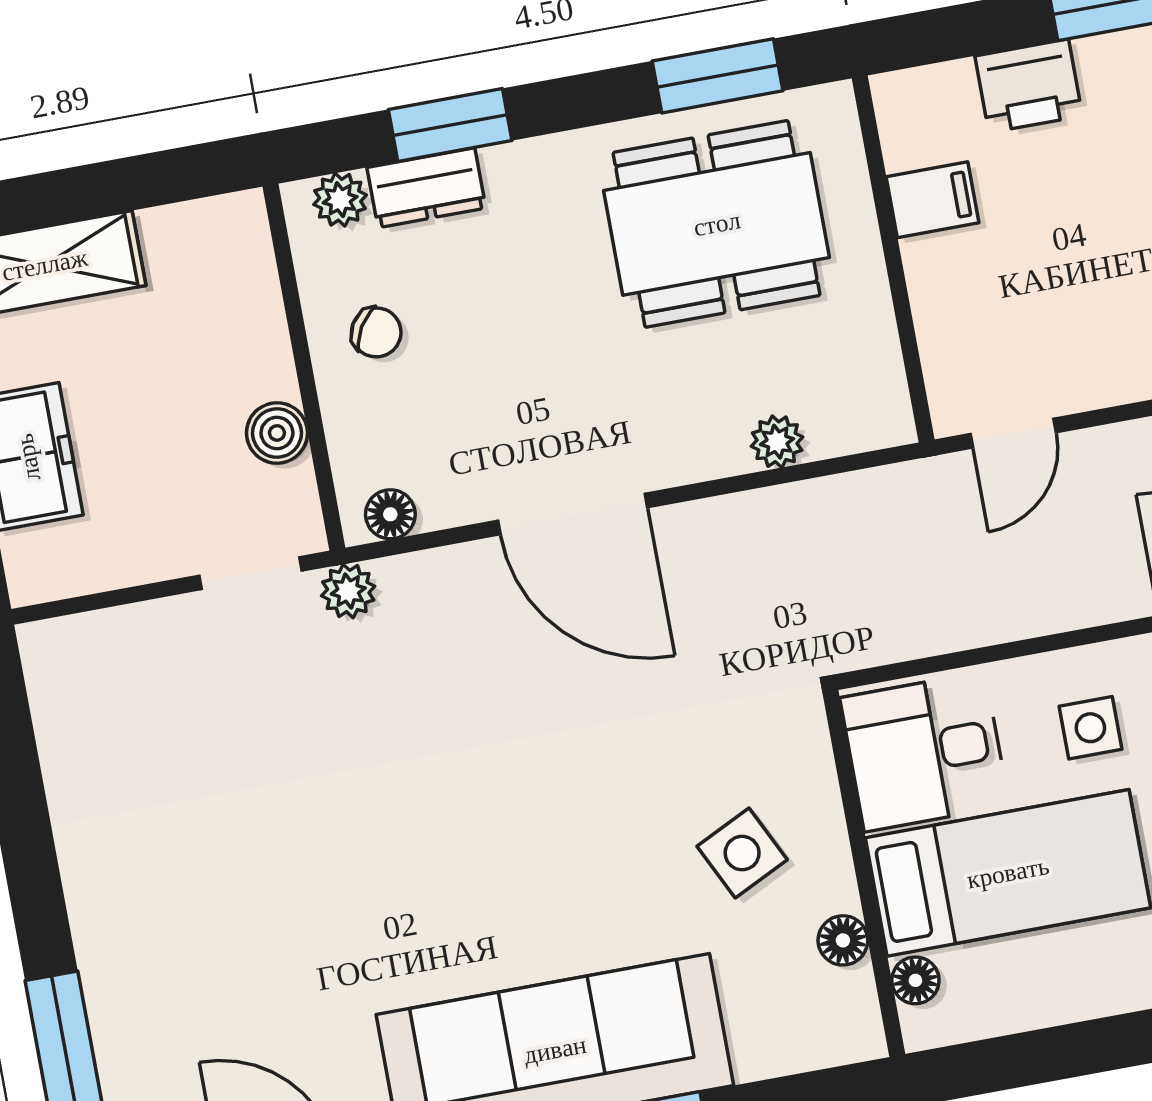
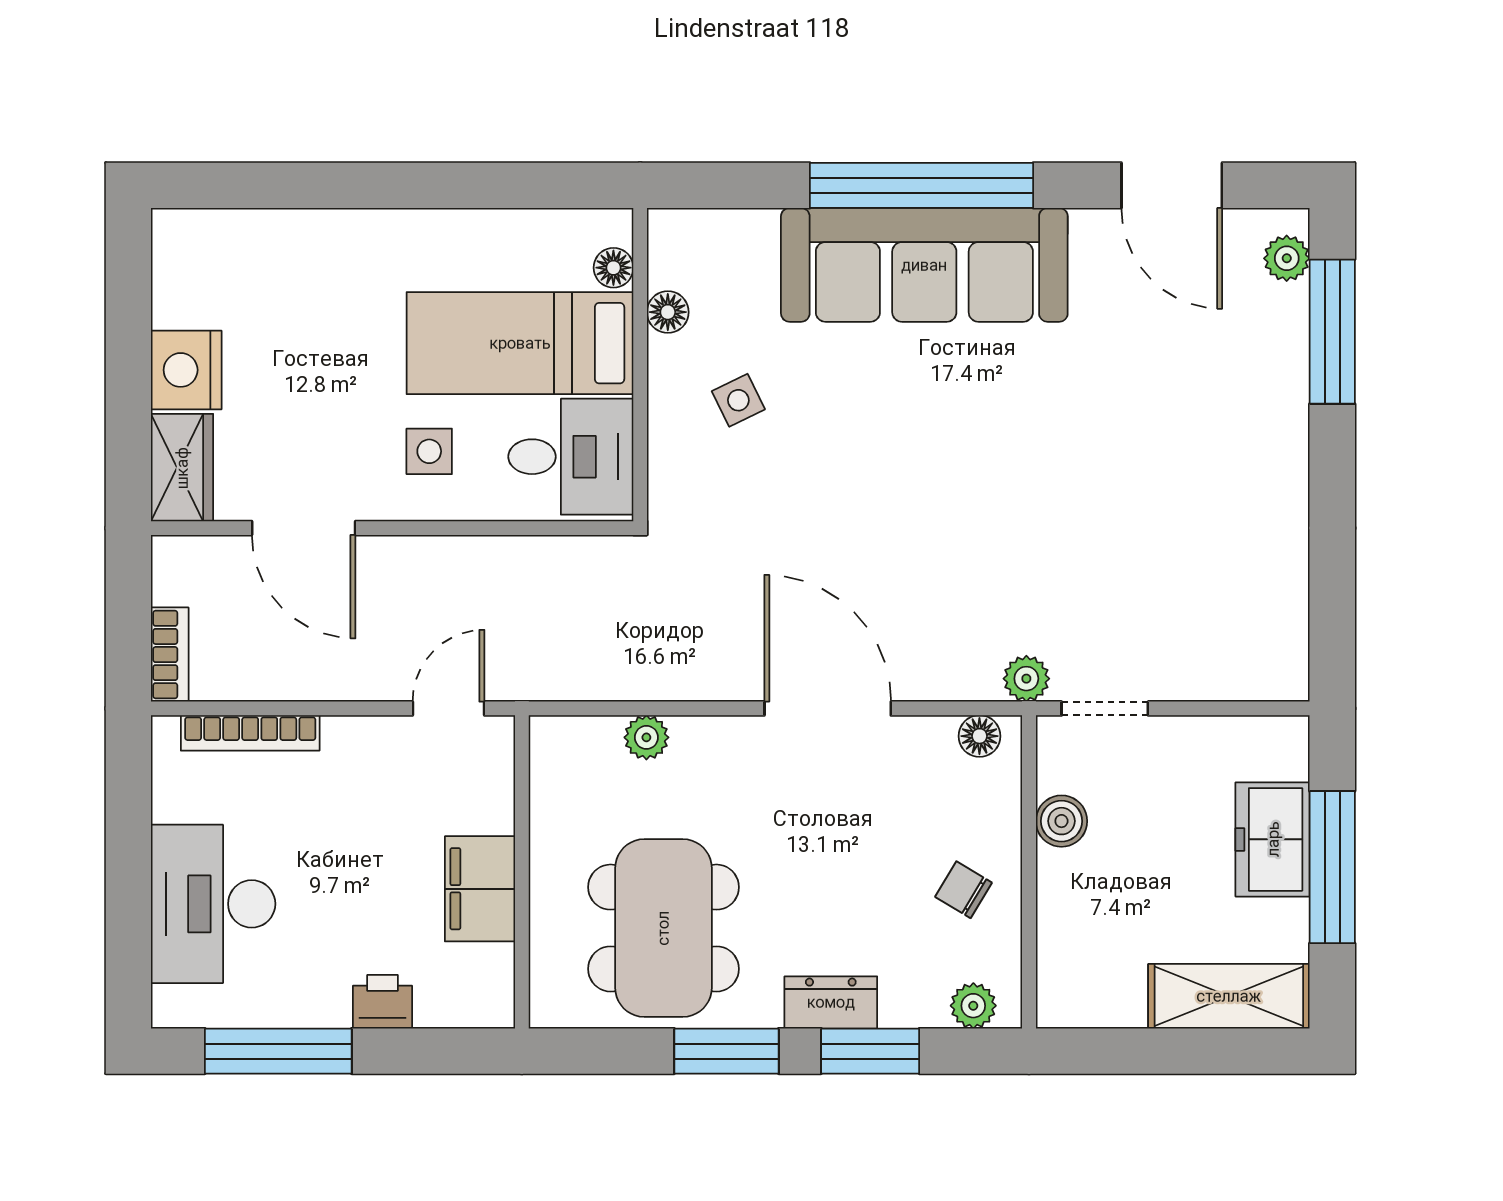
window: (718, 76) -> (726, 1051), moved
printer: (1029, 86) -> (382, 1002), width x0.73, depth x0.81
dresser: (426, 188) -> (831, 1002), moved
filing cabinet: (933, 200) -> (480, 889), width x2.00
dining table: (717, 224) -> (663, 928), turned 90
side table: (742, 853) -> (738, 400), width x0.73, depth x0.73

